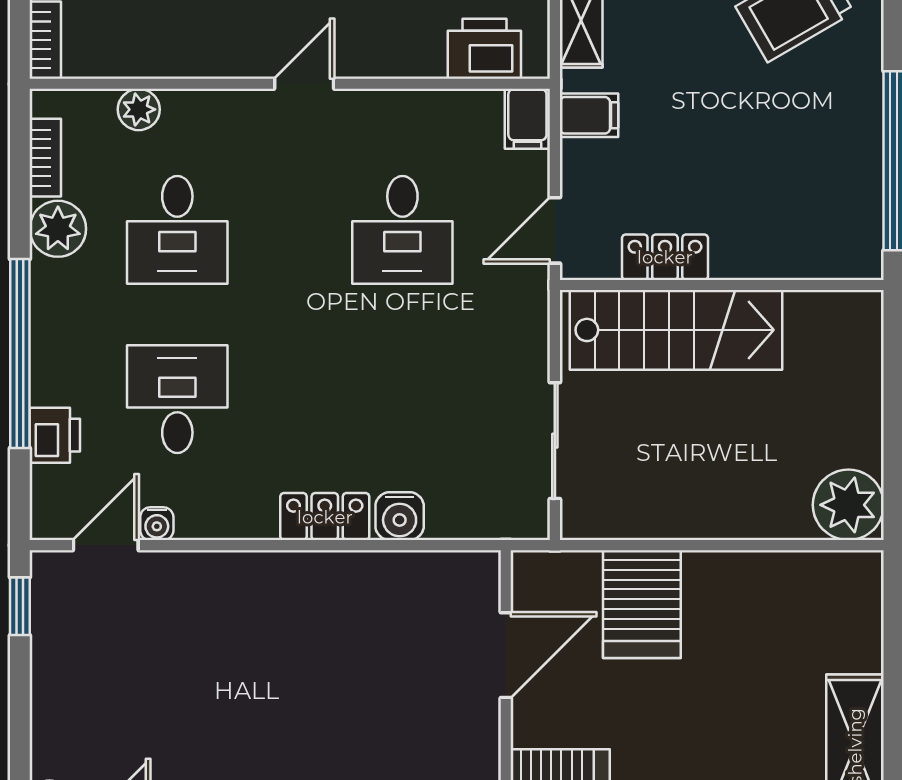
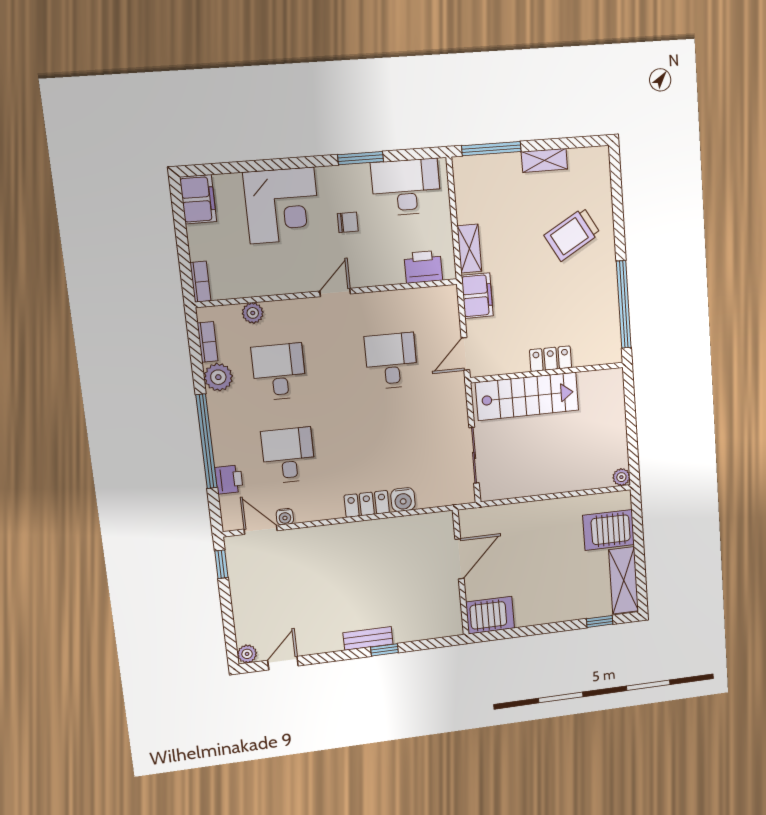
filing cabinet: (589, 115) -> (477, 296), width x2.00
filing cabinet: (527, 119) -> (447, 300), removed
desk: (177, 230) -> (279, 372), turned 180
desk: (402, 230) -> (391, 361), turned 180
locker: (665, 257) -> (551, 359), moved
plant: (848, 505) -> (621, 477), width x0.53, depth x0.53
door: (106, 545) -> (261, 530), hinge flipped
server rack: (642, 604) -> (609, 530), moved, turned 90

